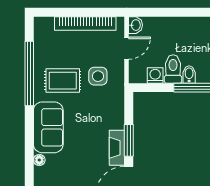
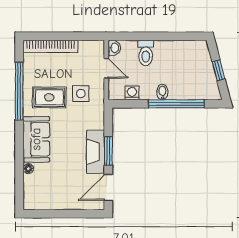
bookcase: (85, 24) -> (50, 46), moved
door: (127, 48) -> (106, 68), hinge flipped
toilet: (173, 69) -> (146, 53), moved, turned 180
fireplace: (117, 148) -> (96, 152), width x1.37, depth x1.32

